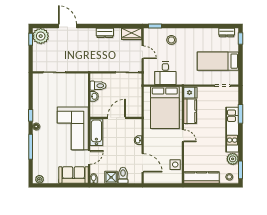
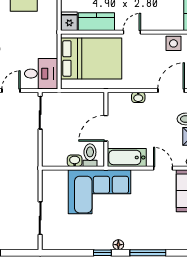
desk: (165, 73) -> (41, 74), moved
toilet: (98, 86) -> (90, 155), moved
door: (117, 118) -> (106, 128), hinge flipped
corner sofa: (73, 128) -> (99, 192), moved

